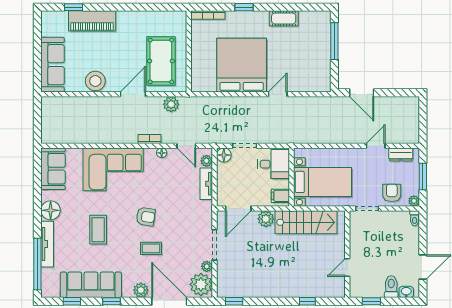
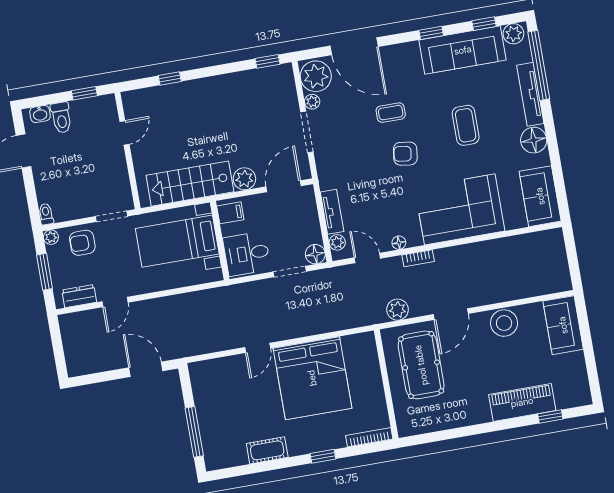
sofa: (53, 65) -> (563, 325), width x0.73
armchair: (392, 193) -> (82, 243), turned 90
plant: (141, 290) -> (513, 34), moved

